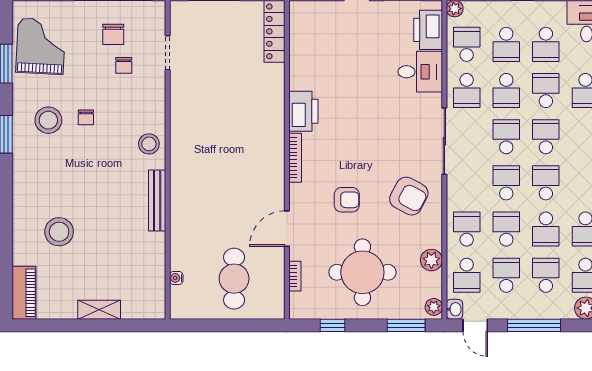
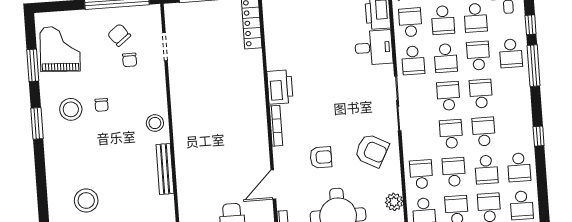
chair: (113, 34) -> (119, 35), turned 142

